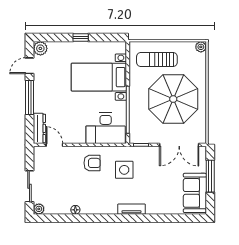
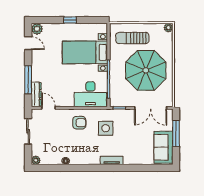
door: (29, 66) -> (28, 43), swing flipped
window: (29, 98) -> (28, 80), moved
sliding door: (29, 186) -> (28, 131), moved

